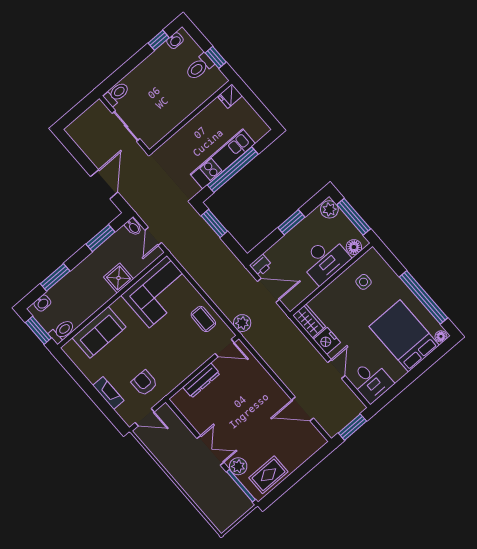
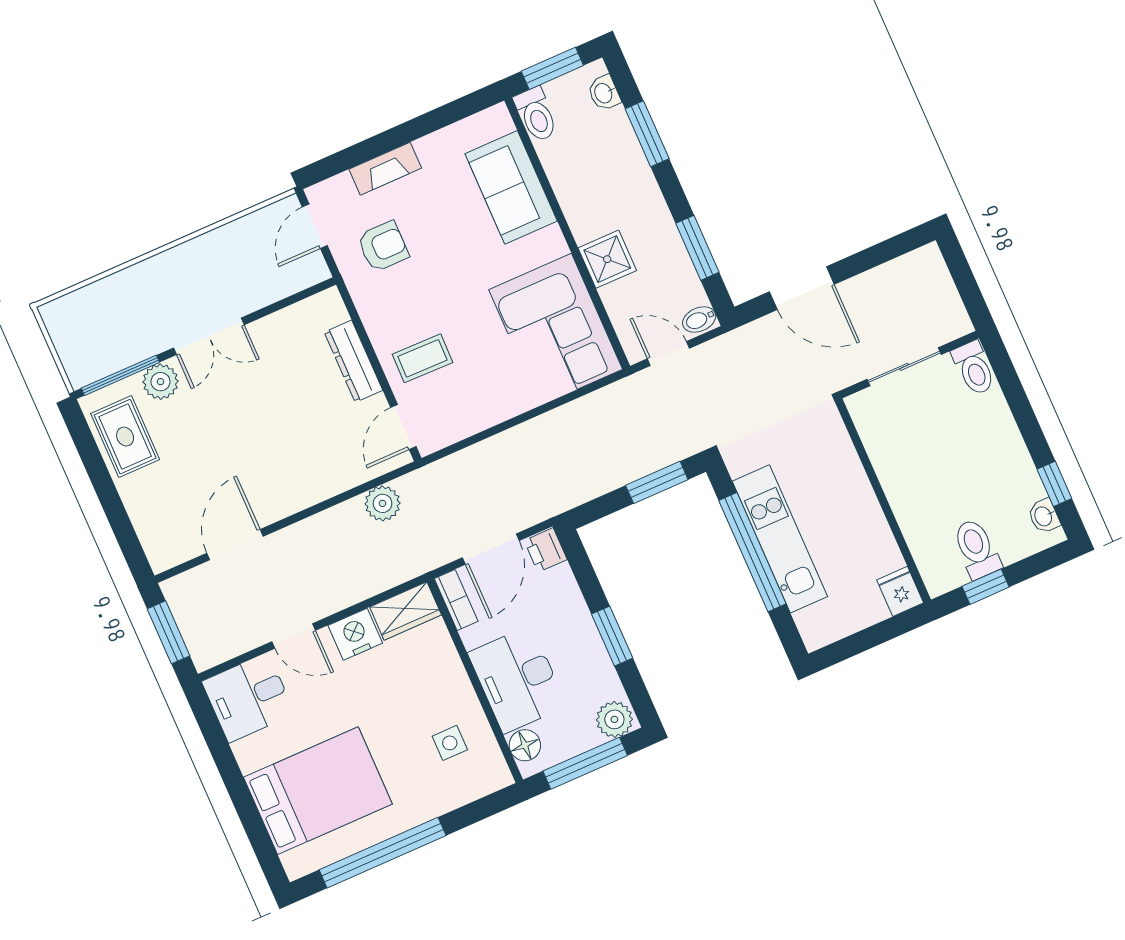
bookcase: (297, 299) -> (456, 600), added
coffee table: (203, 319) -> (423, 358), moved
plant: (242, 323) -> (383, 503), moved
floor lamp: (441, 336) -> (294, 863), removed

